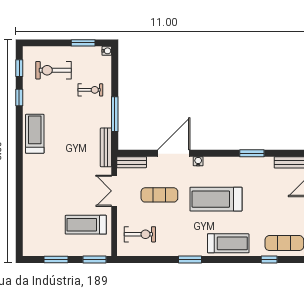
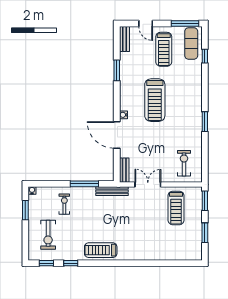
double door: (114, 191) -> (148, 184), swing flipped
exercise mat: (159, 195) -> (151, 147), removed
treadmill: (228, 243) -> (164, 49), moved, turned 180

